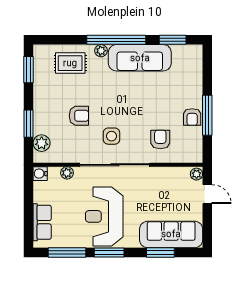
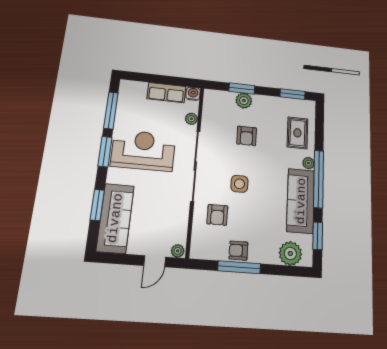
plant: (191, 67) -> (290, 254), added
side table: (111, 136) -> (239, 184), moved
armchair: (160, 139) -> (217, 215), turned 90
plant: (42, 143) -> (244, 101), moved
row of seats: (42, 222) -> (166, 93), moved

